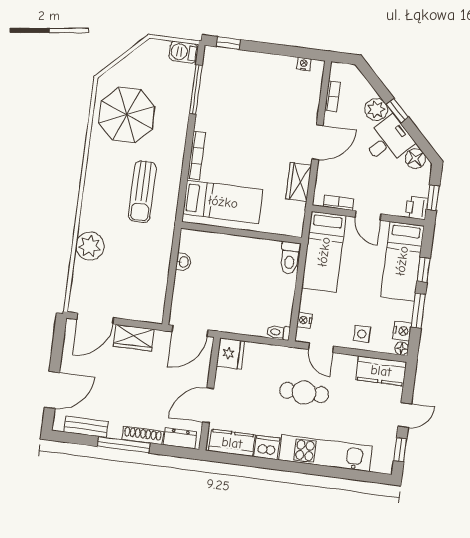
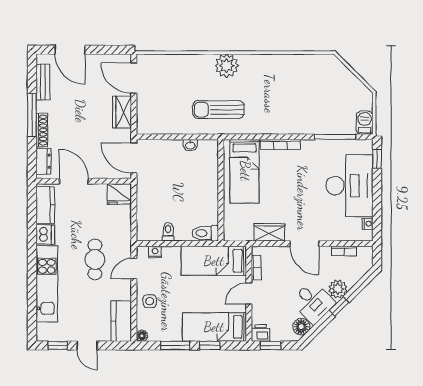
desk: (256, 80) -> (350, 186), added
parasol: (127, 115) -> (307, 82), removed
sun lounger: (142, 192) -> (218, 110), moved
plant: (90, 246) -> (227, 66), moved
nightstand: (402, 331) -> (157, 334), removed
toilet: (278, 332) -> (168, 232), moved

